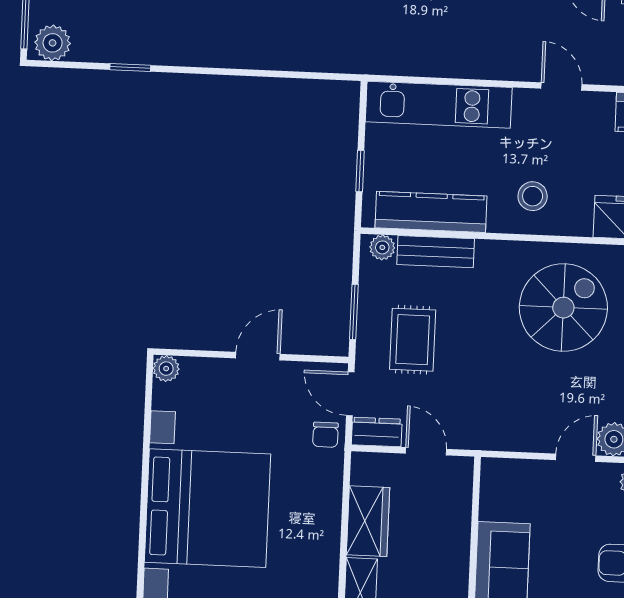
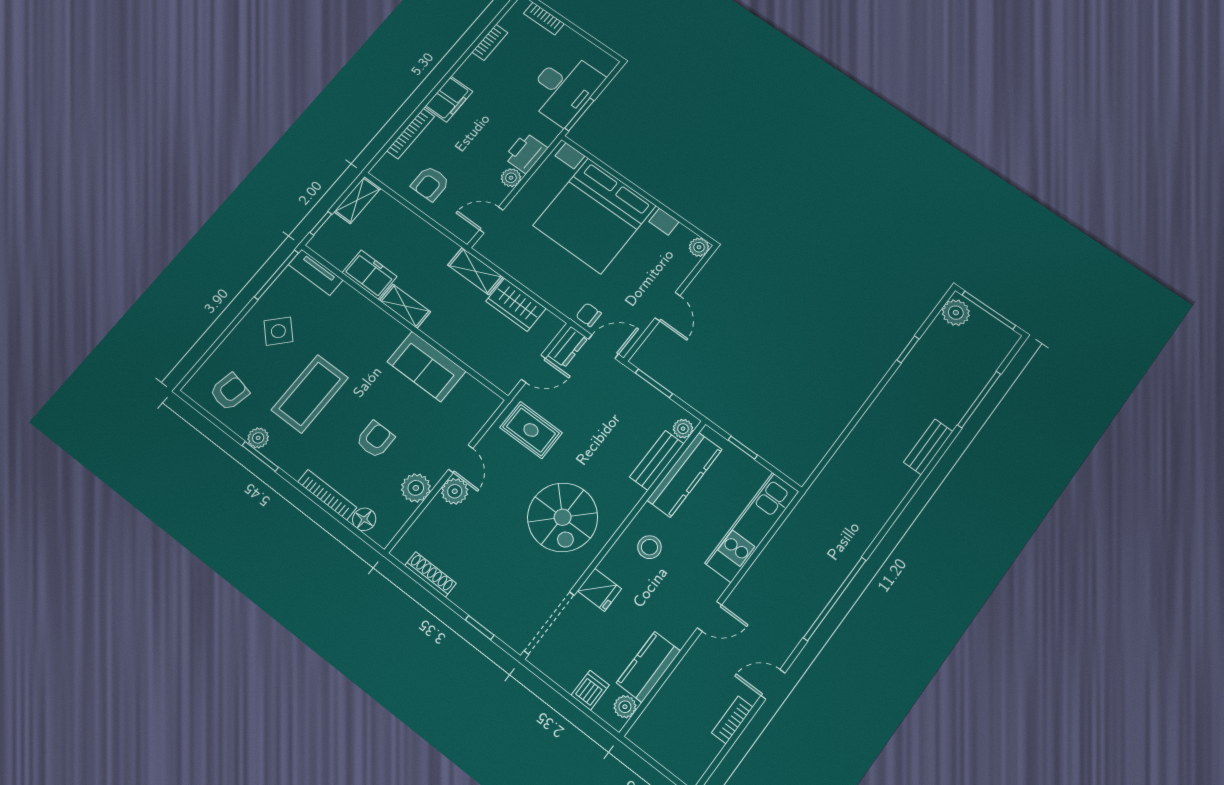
rug: (413, 340) -> (531, 430), moved

